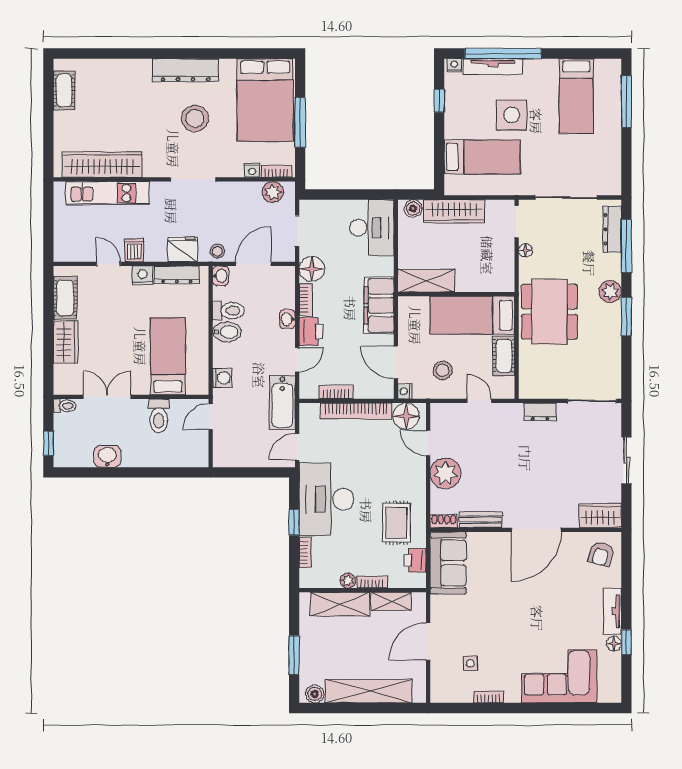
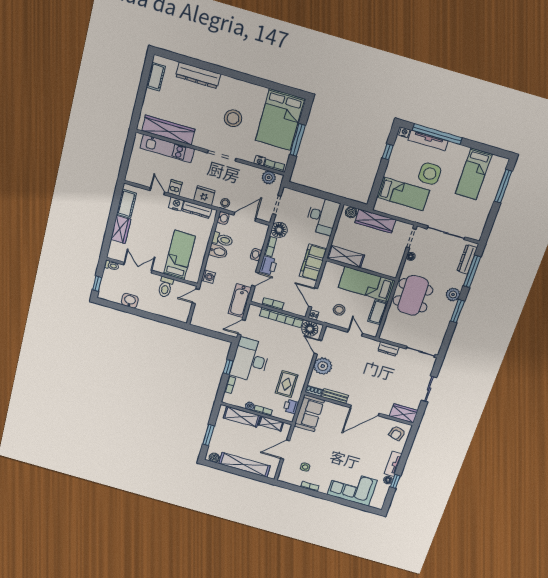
dresser: (186, 70) -> (198, 75), moved

